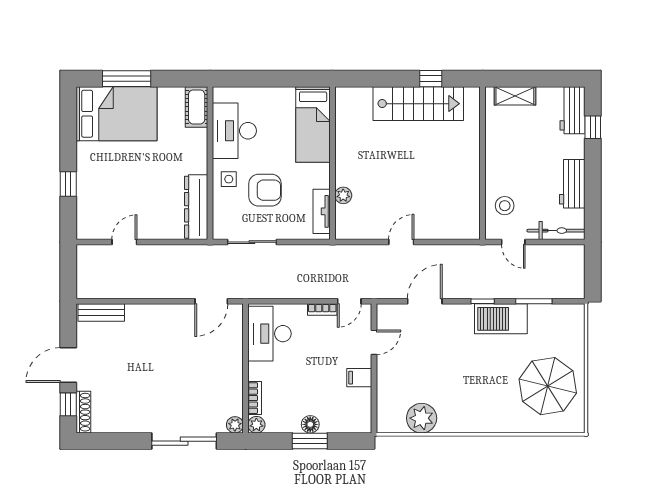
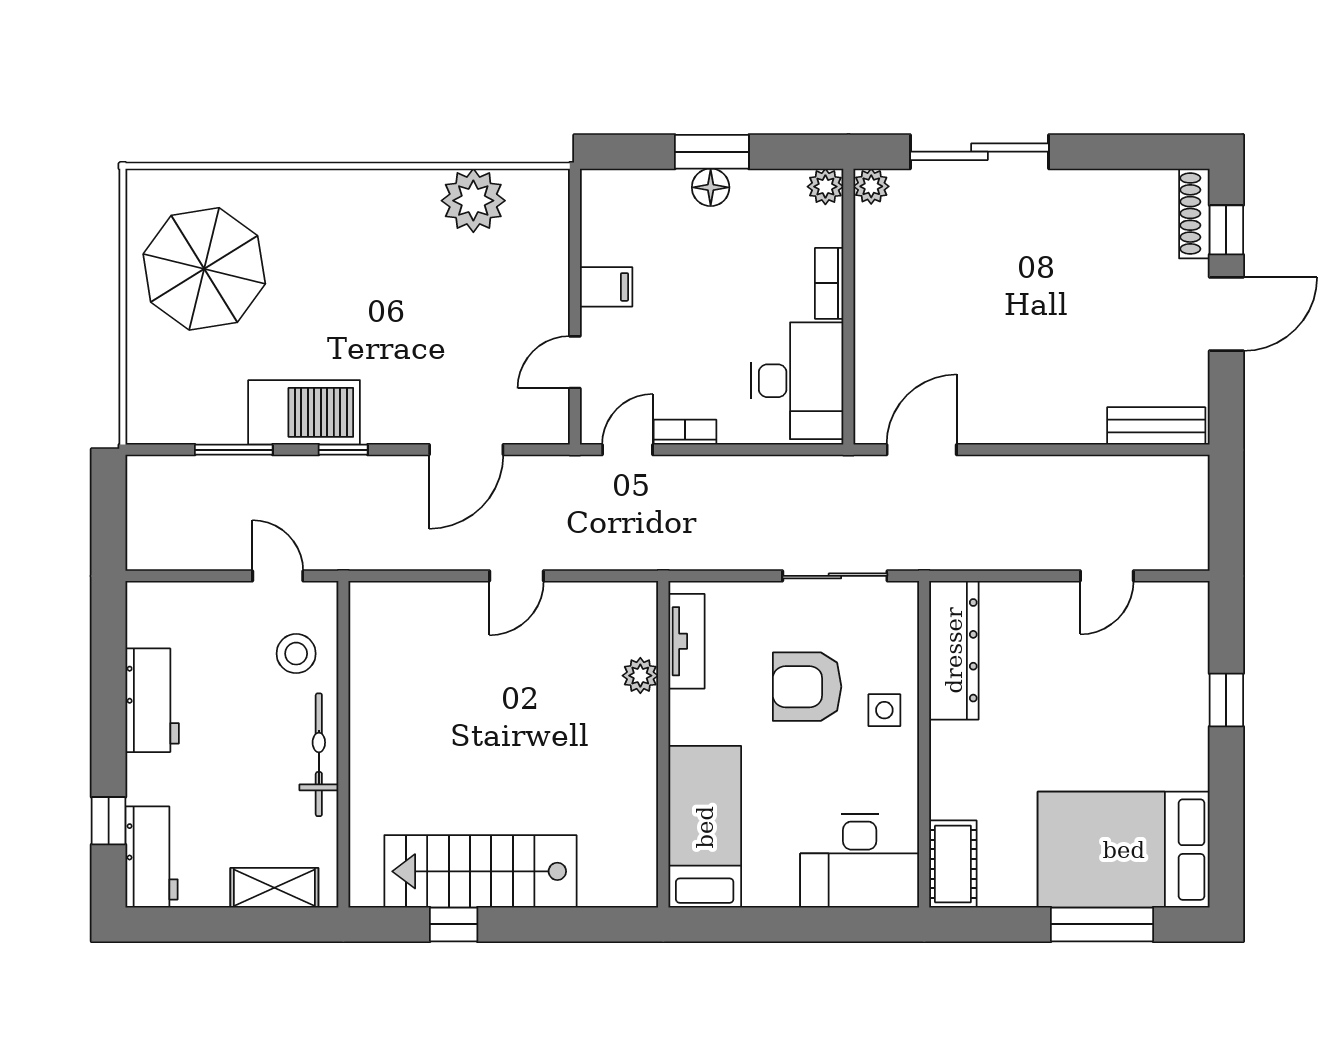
desk: (234, 131) -> (860, 861), moved, turned 90
bicycle: (556, 231) -> (319, 755), moved, turned 90
bookcase: (255, 398) -> (829, 283), moved

